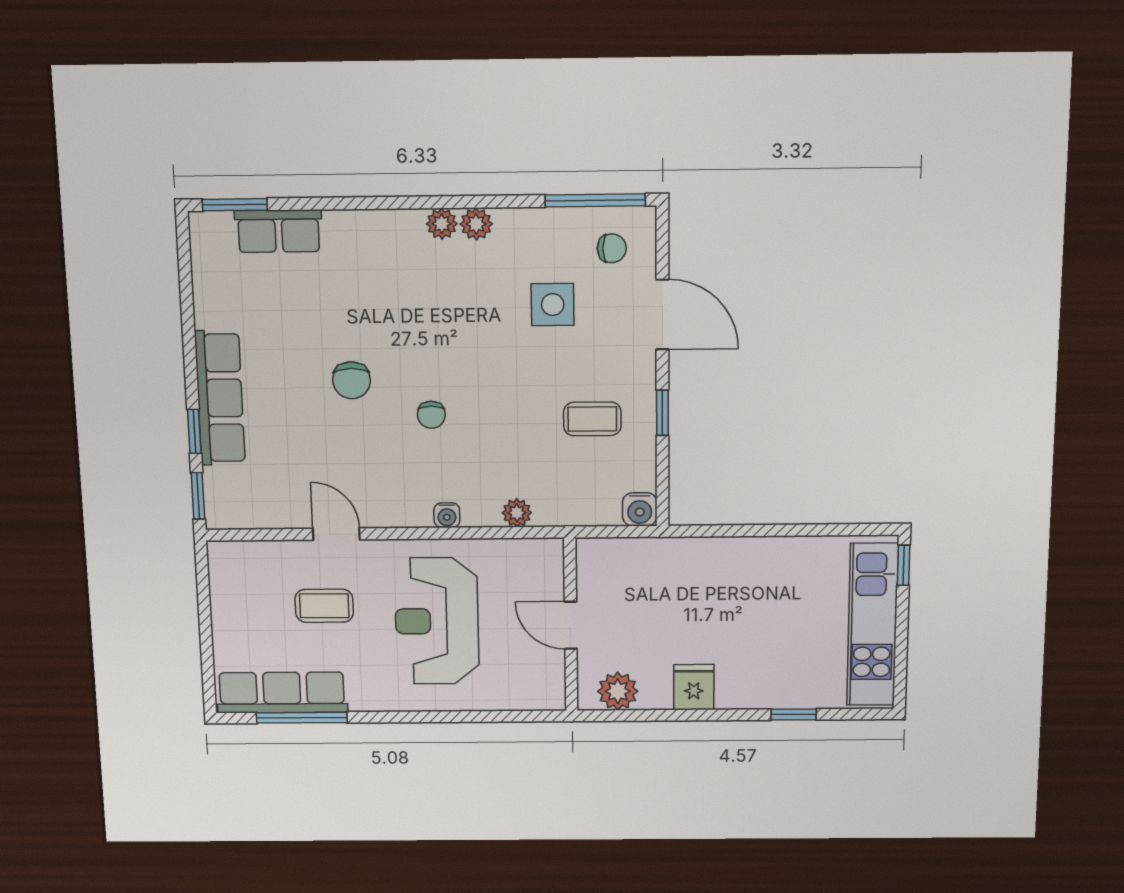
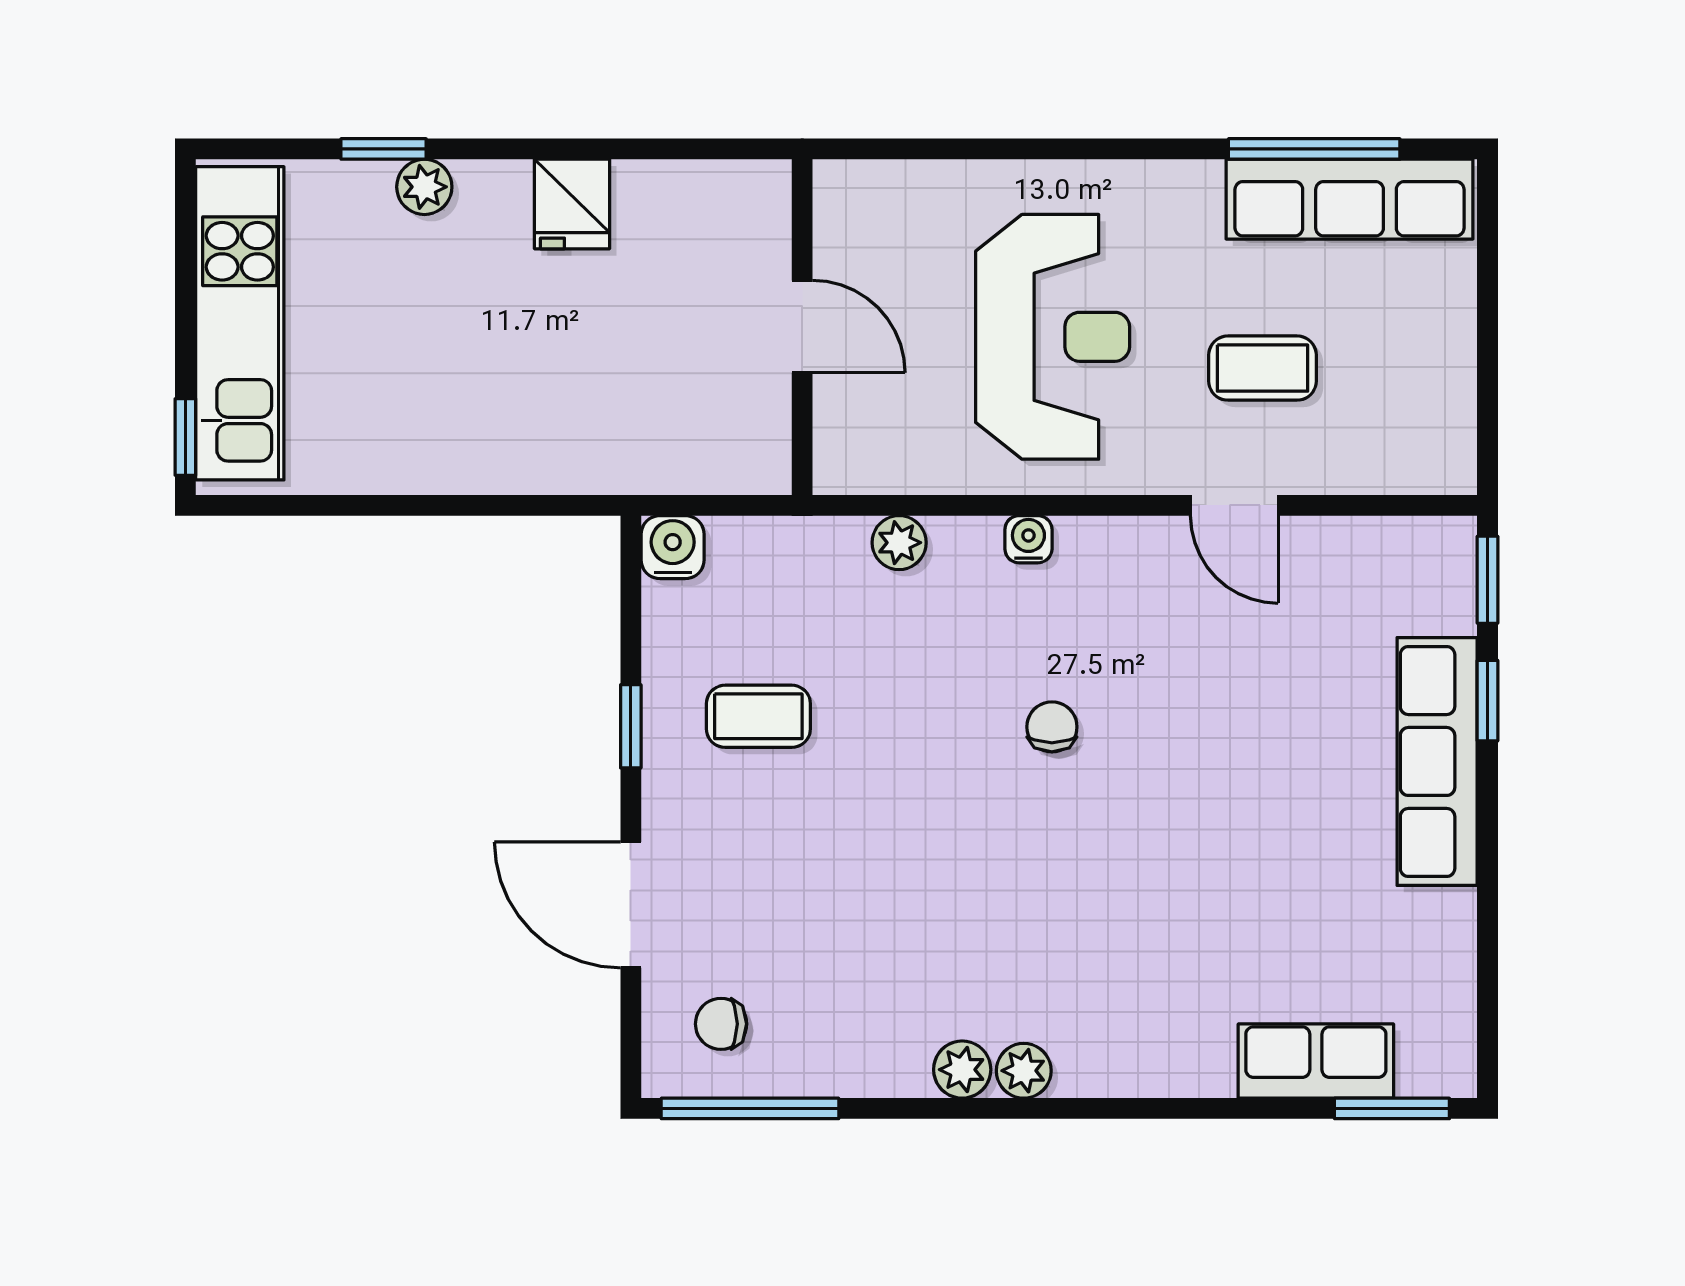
side table: (553, 305) -> (828, 925), removed
chair: (352, 380) -> (1195, 792), removed
plant: (618, 691) -> (424, 187), moved, width x0.73, depth x0.73

